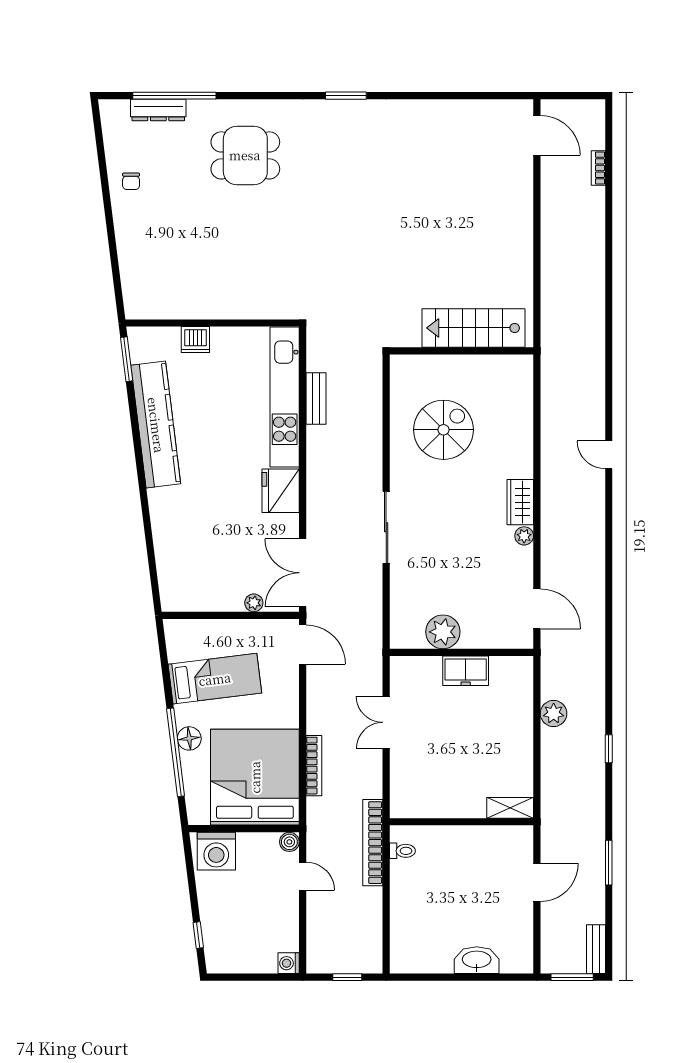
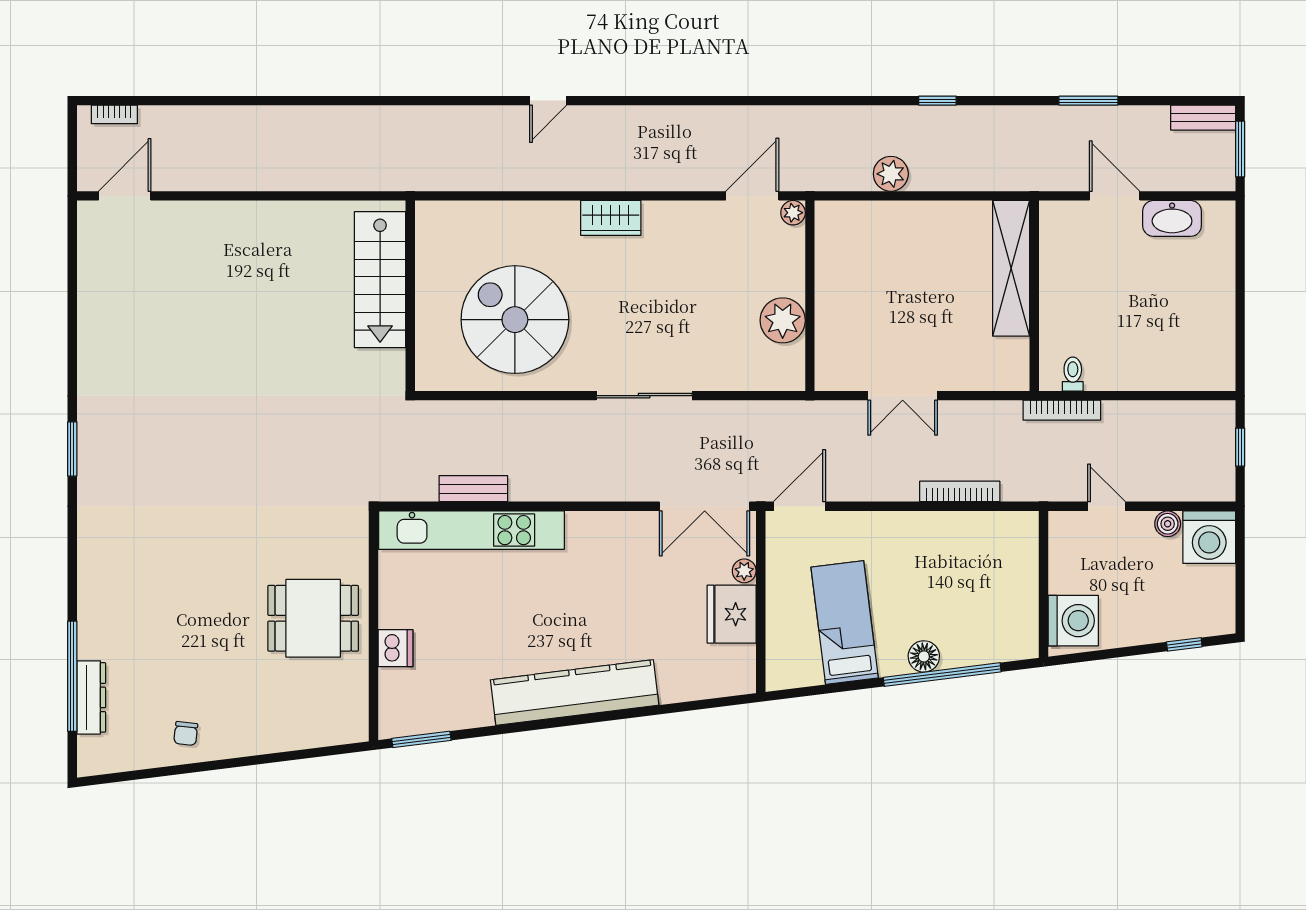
dining table: (245, 155) -> (313, 618), moved, turned 90
bookcase: (598, 168) -> (114, 114), moved
chair: (131, 181) -> (186, 733), turned 96
kitchen counter: (156, 425) -> (575, 693), moved
spiral stairs: (444, 430) -> (515, 320), width x1.37, depth x1.37
fridge: (281, 491) -> (732, 614), moved, turned 90
plant: (524, 536) -> (793, 213), moved
freezer: (466, 671) -> (834, 290), removed
bed: (255, 777) -> (975, 569), removed
shelving: (510, 808) -> (1011, 268), width x2.20, depth x1.33
boiler: (289, 842) -> (1168, 524), moved
bookcase: (373, 843) -> (1062, 410), width x0.68, depth x0.76
door: (303, 876) -> (1106, 506), hinge flipped
washbasin: (477, 960) -> (1172, 218), moved, turned -90
washing machine: (289, 963) -> (1209, 537), width x1.89, depth x1.89

